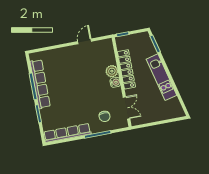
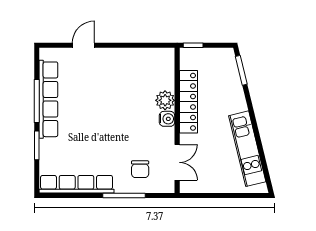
door: (85, 41) -> (83, 45), moved
kitchen unit: (162, 77) -> (247, 149), moved

